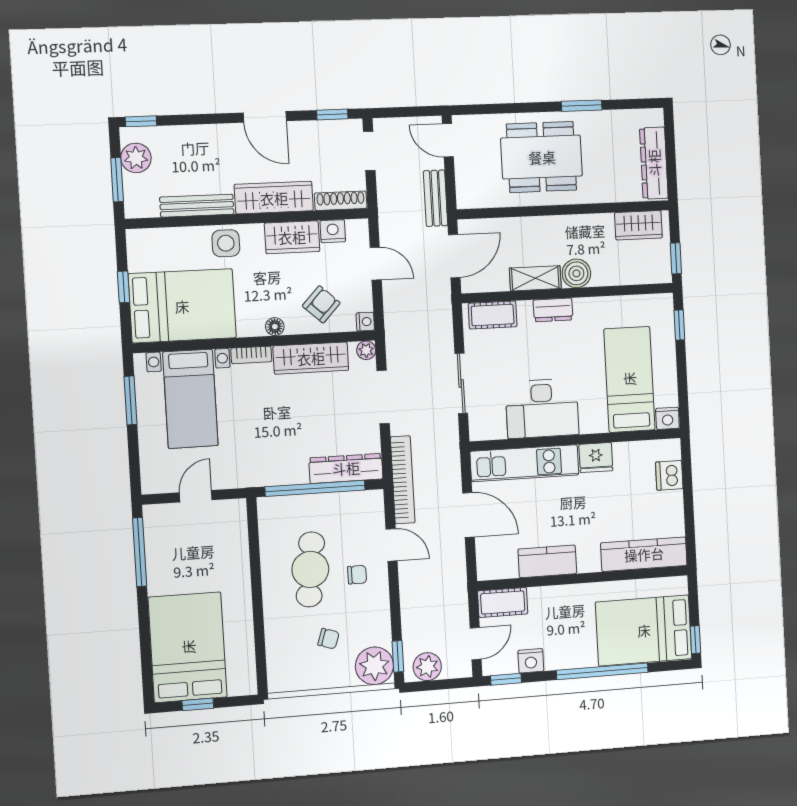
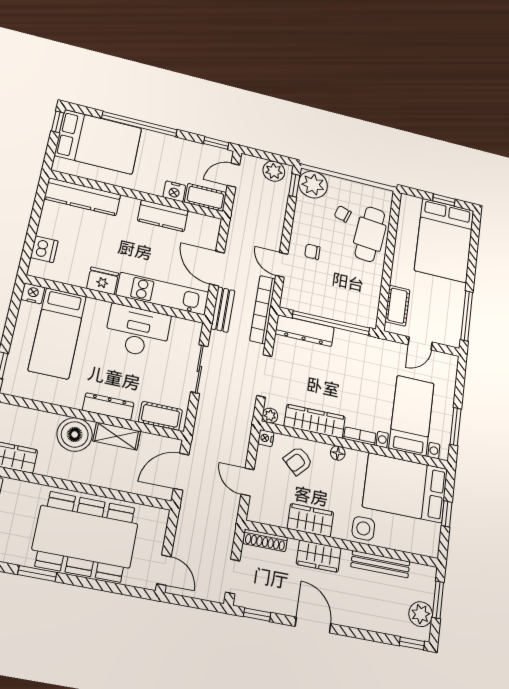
dining table: (542, 157) -> (85, 537), width x1.36, depth x1.24
wardrobe: (274, 198) -> (319, 556), width x0.67
bench: (436, 198) -> (223, 310), moved
nightstand: (333, 231) -> (277, 517), removed
boiler: (576, 273) -> (75, 434), width x1.37, depth x1.37
dresser: (553, 310) -> (108, 406), width x1.44
cot: (234, 537) -> (397, 306), added
cafe table: (310, 569) -> (370, 234), moved
nightstand: (531, 661) -> (174, 191), moved, turned 180

